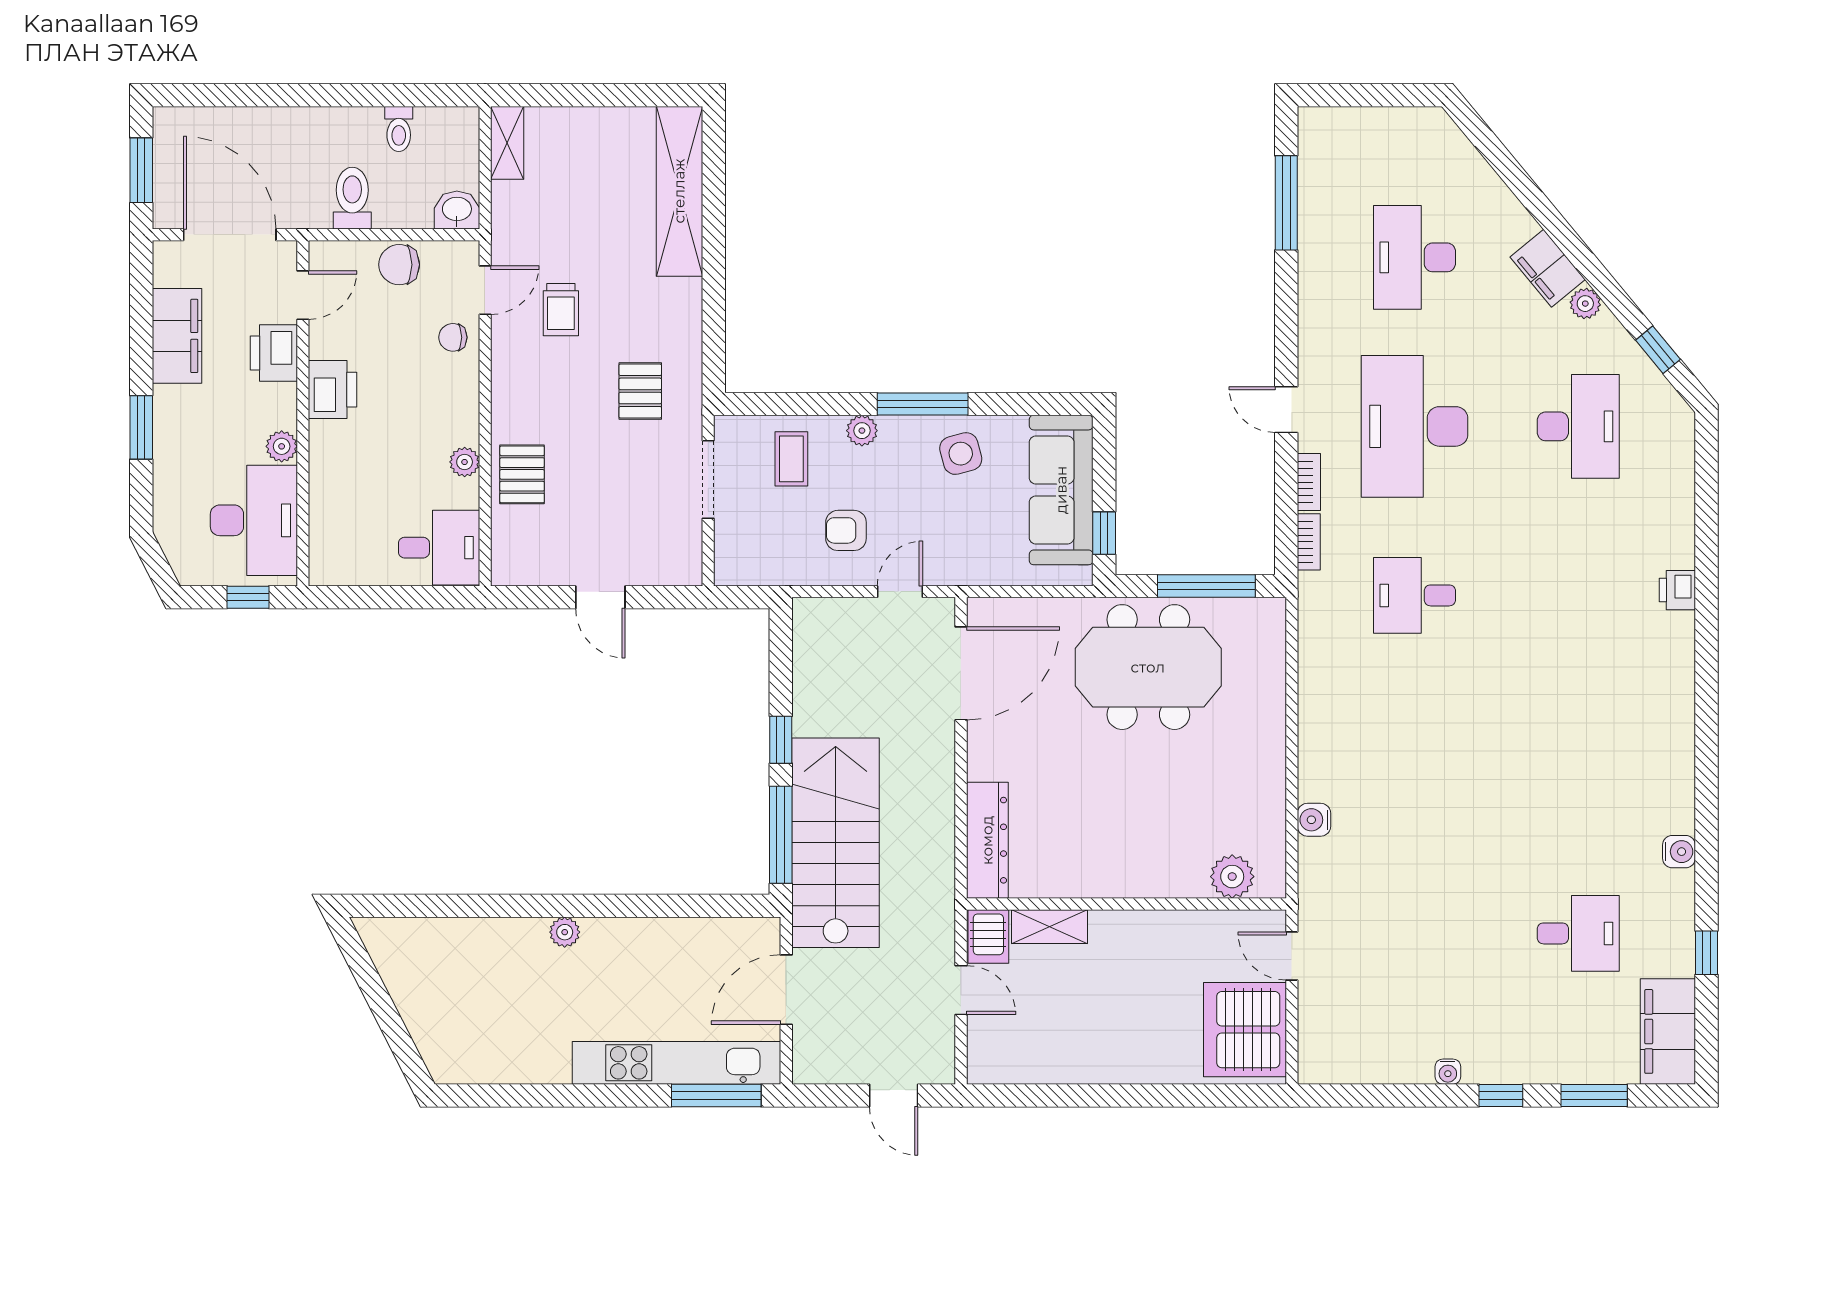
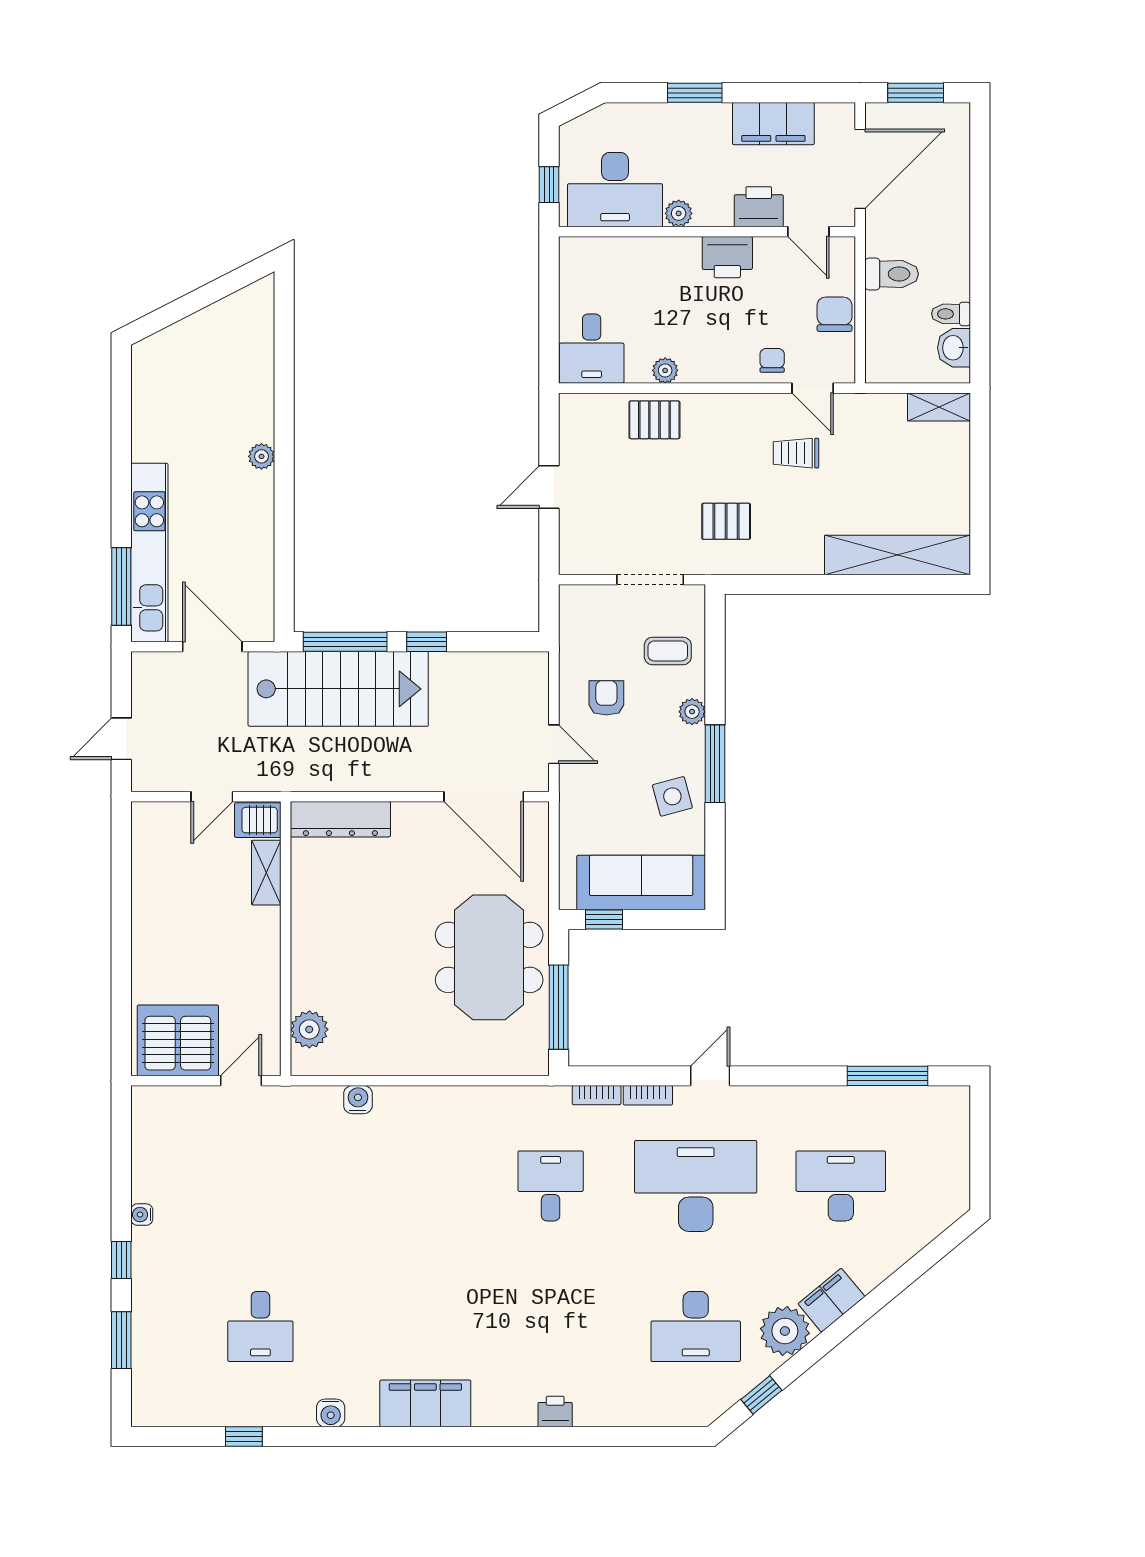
washbasin: (457, 210) -> (954, 348), moved, turned 180
plant: (1585, 304) -> (785, 1331), width x1.88, depth x1.88
filing cabinet: (1668, 1031) -> (425, 1403), moved

